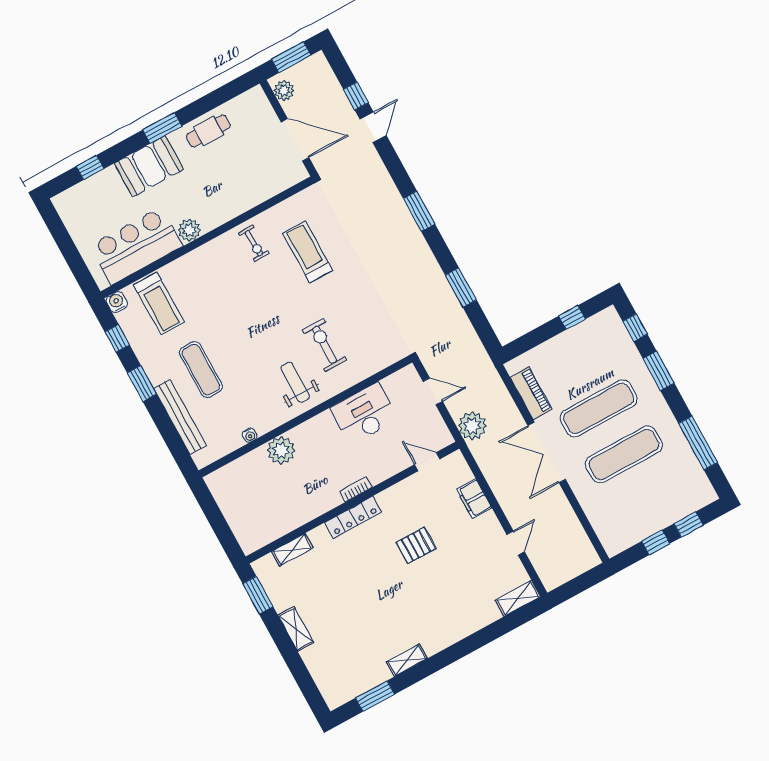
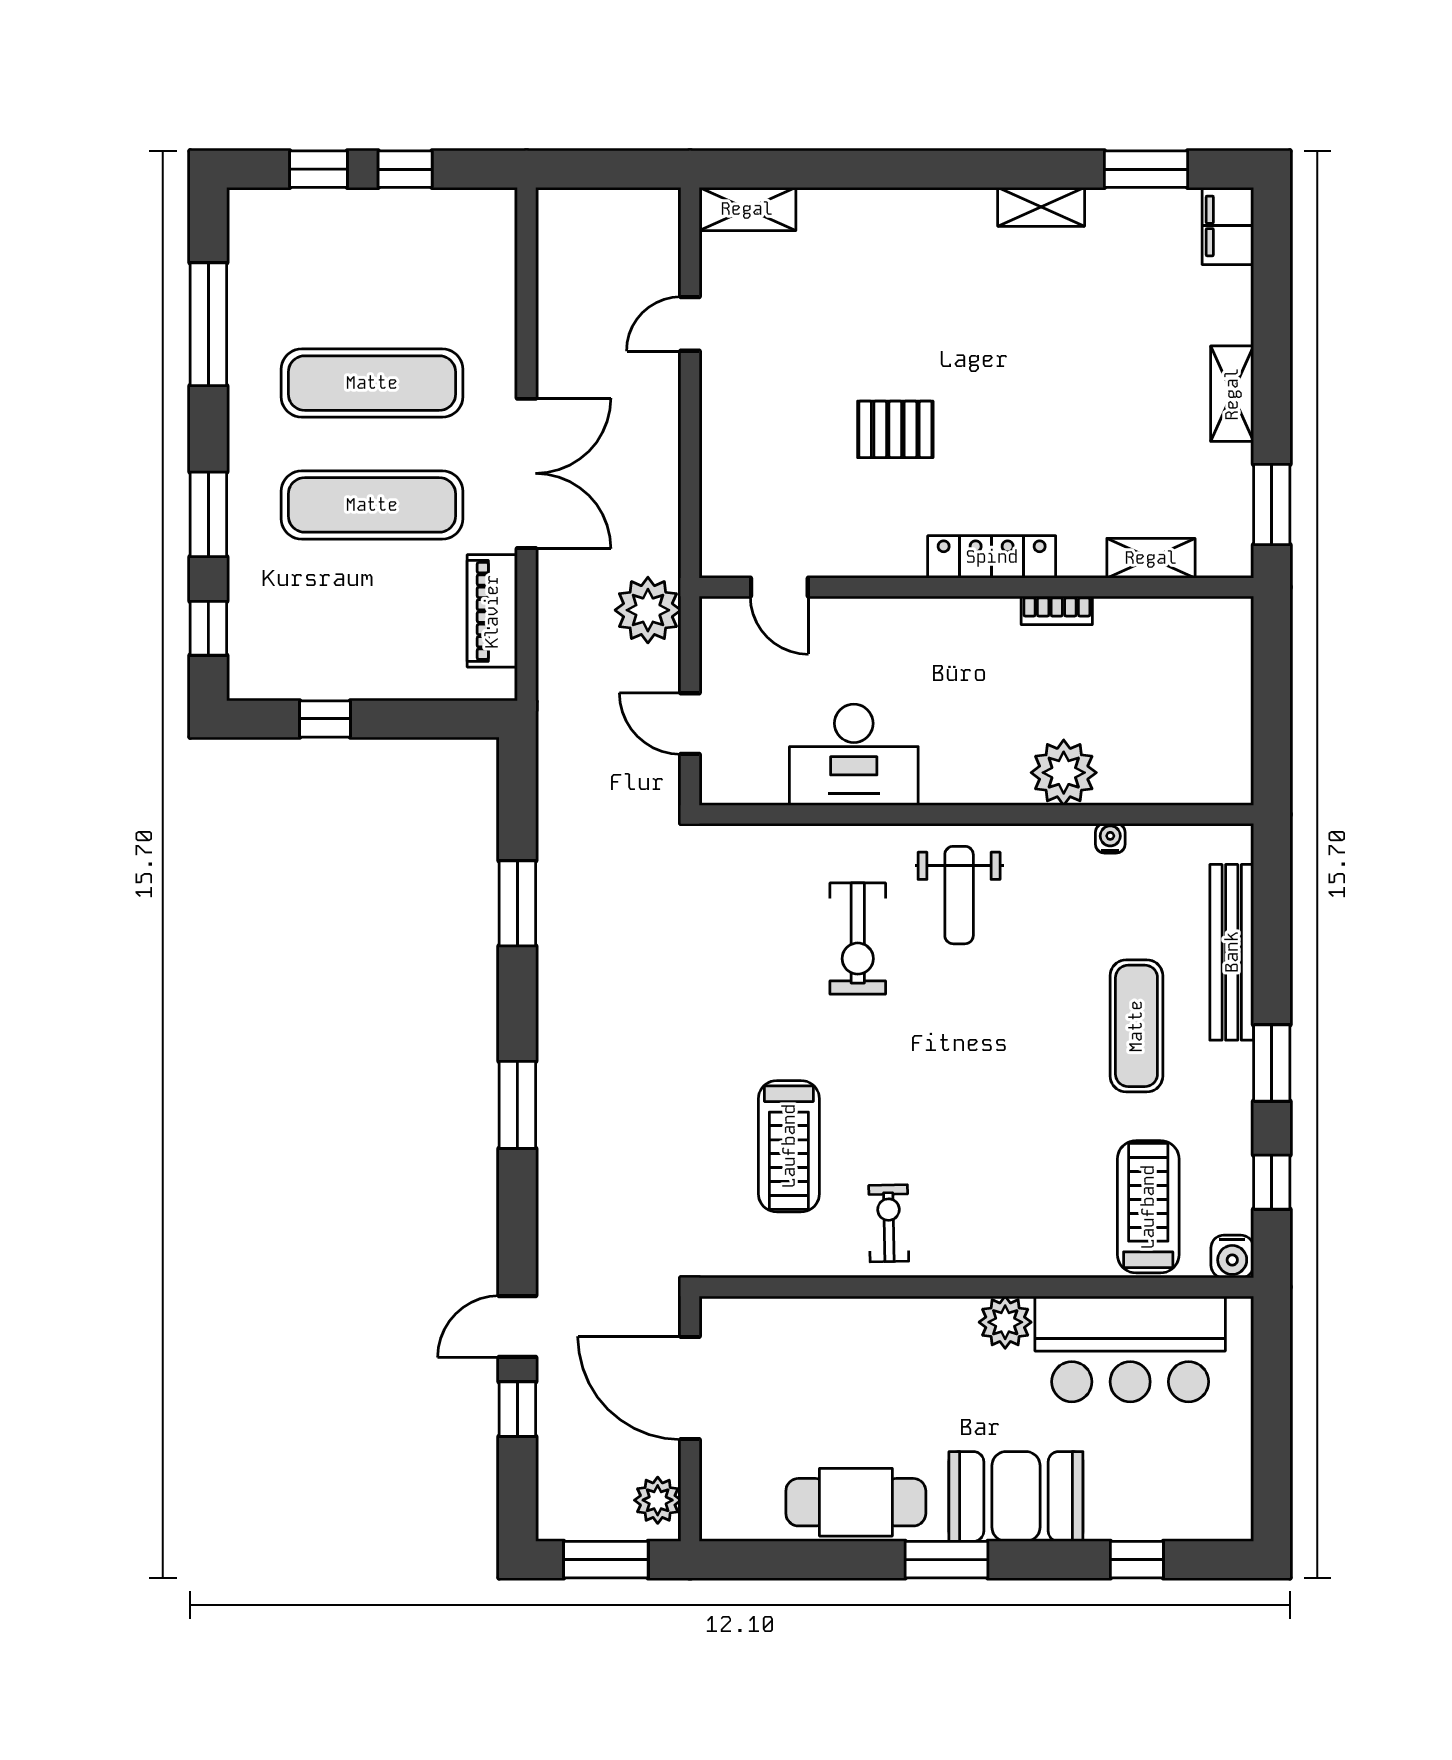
cafe table: (208, 131) -> (856, 1502), width x1.37, depth x1.35
bookcase: (356, 489) -> (1057, 610), moved
filing cabinet: (474, 498) -> (1228, 226), moved, turned 180

